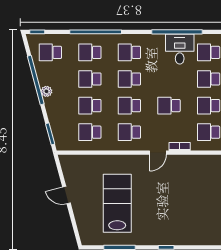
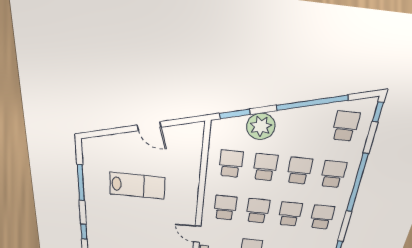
plant: (47, 91) -> (261, 126), moved, width x1.88, depth x1.88
door: (66, 195) -> (149, 126), swing flipped
lab bench: (117, 203) -> (137, 186), width x0.73, depth x0.72

